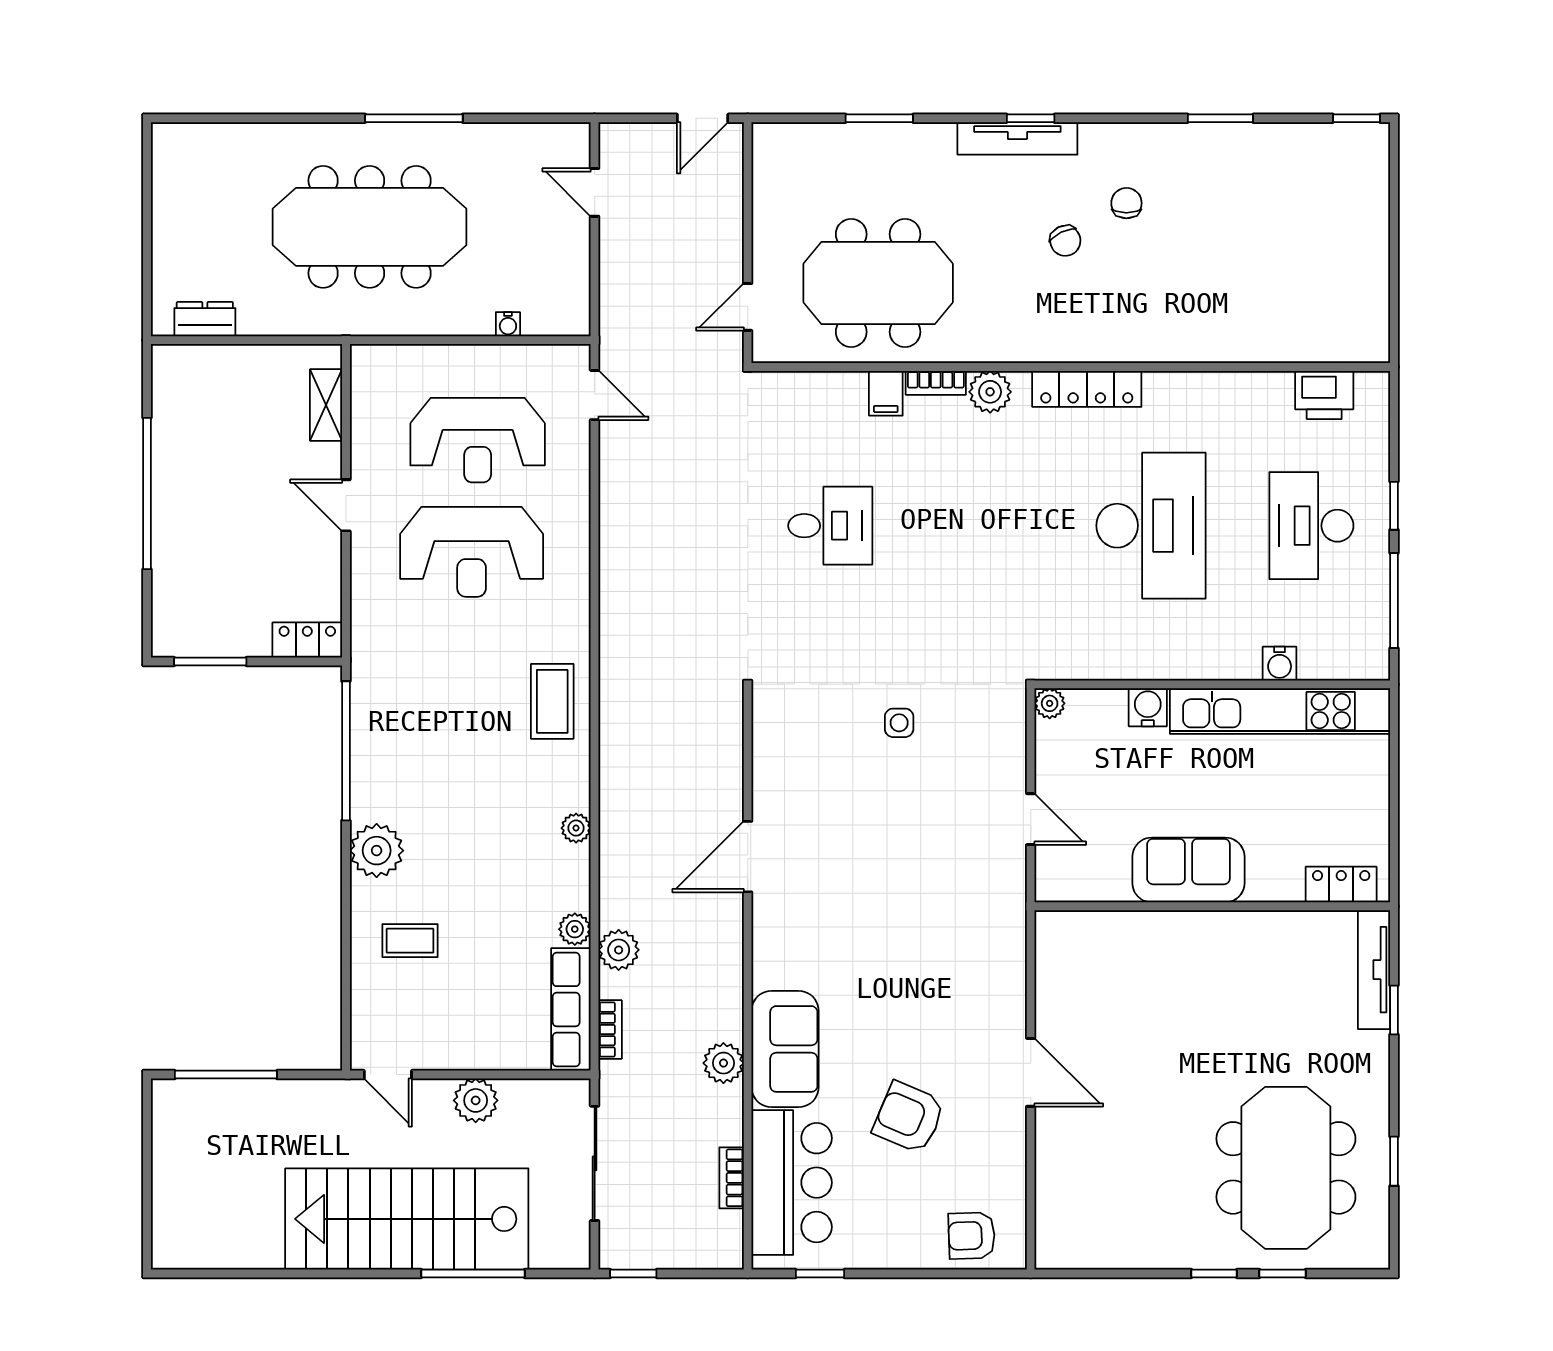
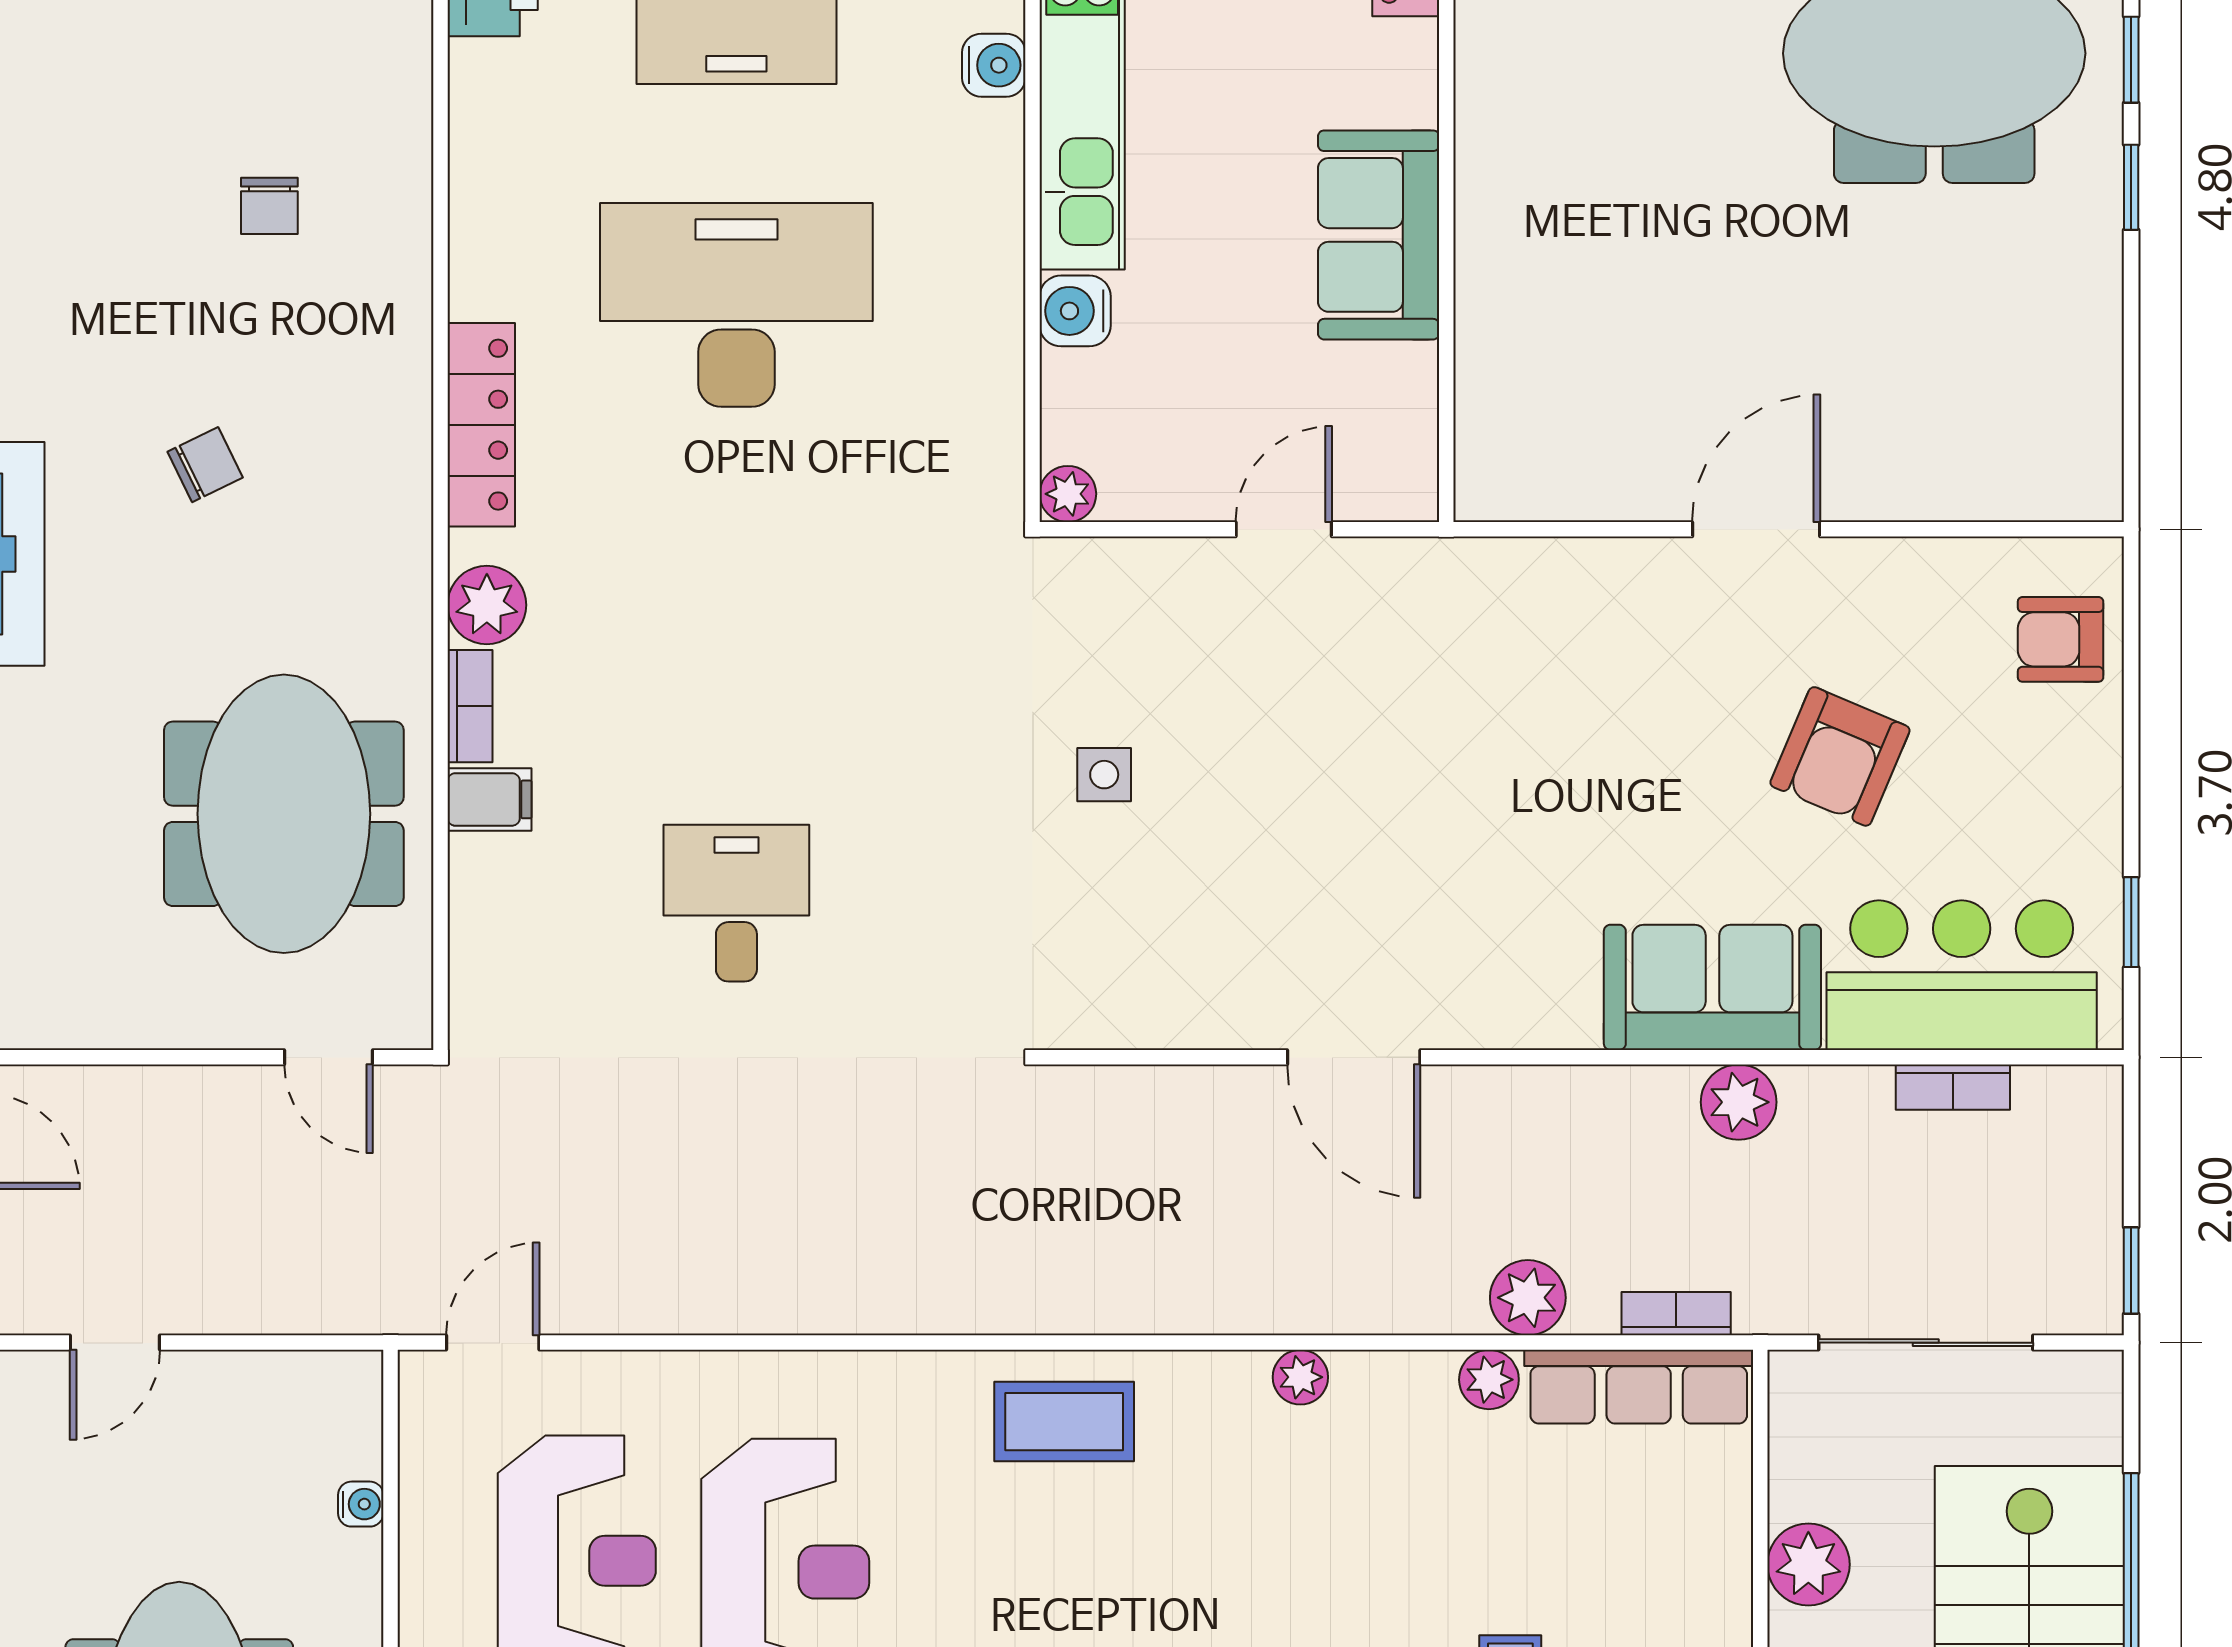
chair: (1126, 203) -> (269, 206), moved, turned -90
armchair: (972, 1236) -> (2061, 639), turned 92

